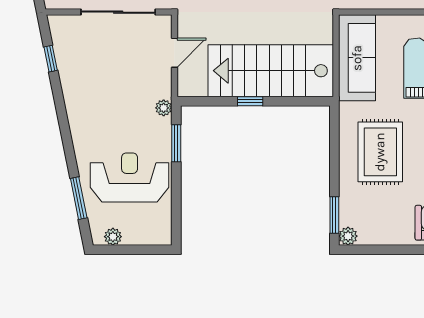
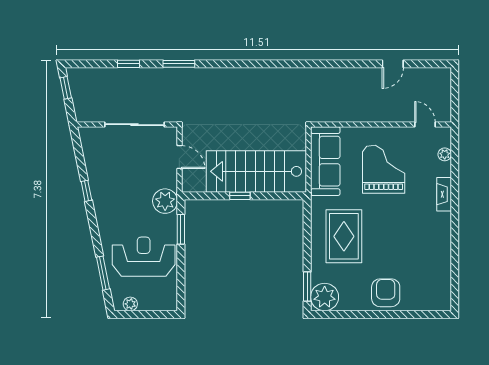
door: (174, 53) -> (179, 157), hinge flipped
window: (51, 59) -> (86, 191), moved
plant: (164, 108) -> (165, 201), width x1.87, depth x1.87
plant: (348, 236) -> (325, 297), width x1.87, depth x1.87

